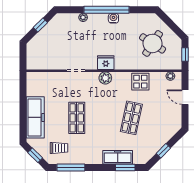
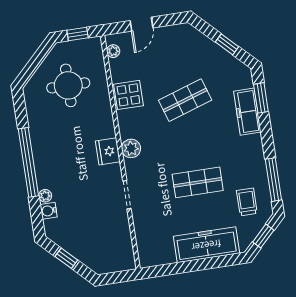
water cooler: (113, 18) -> (49, 211), moved
round table: (153, 43) -> (68, 85), turned -33
shop shelf: (131, 118) -> (185, 100), turned -30

